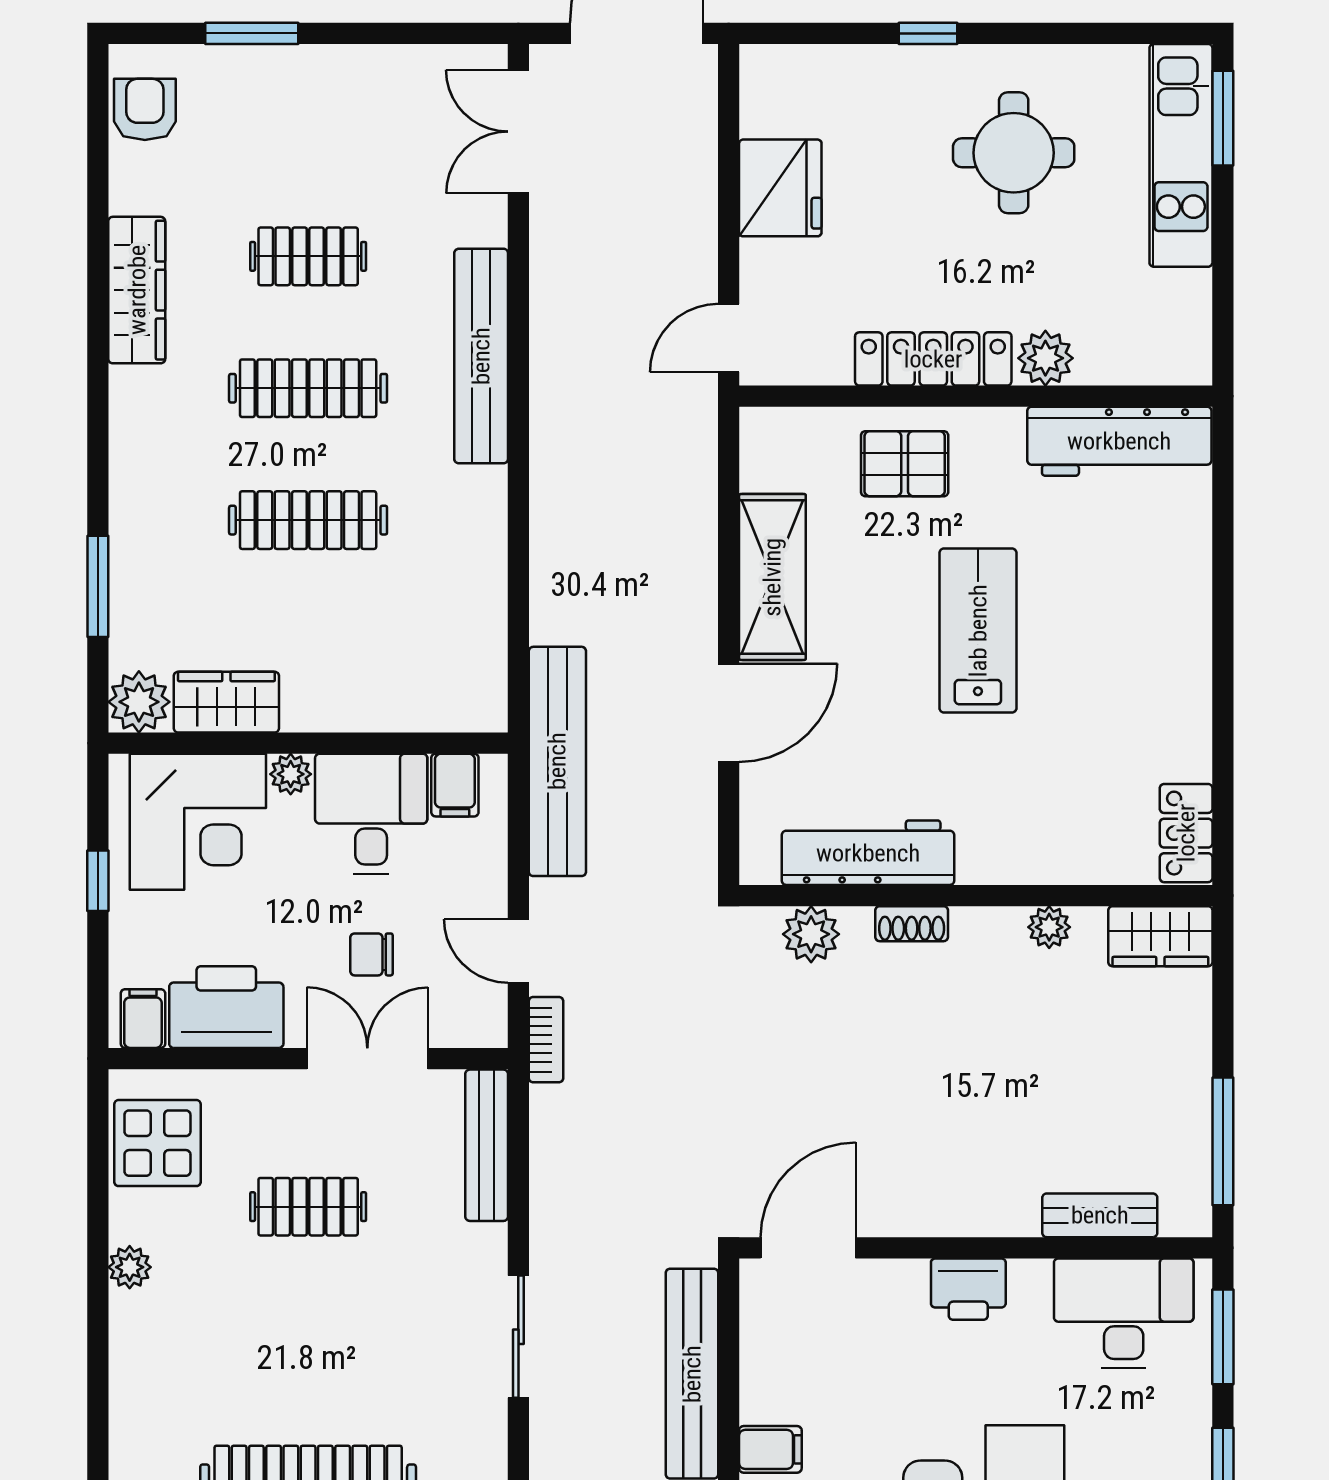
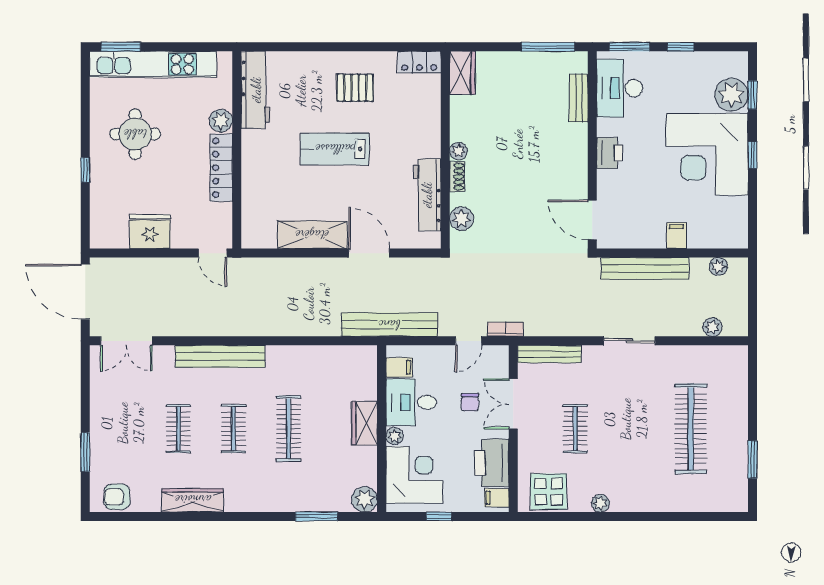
kitchen unit: (1181, 155) -> (153, 64), width x1.36
clothes rail: (308, 388) -> (233, 429), width x0.73
pallet: (905, 464) -> (355, 88), moved, turned 90
wardrobe: (226, 702) -> (365, 423), moved
plant: (1049, 927) -> (458, 151), moved

